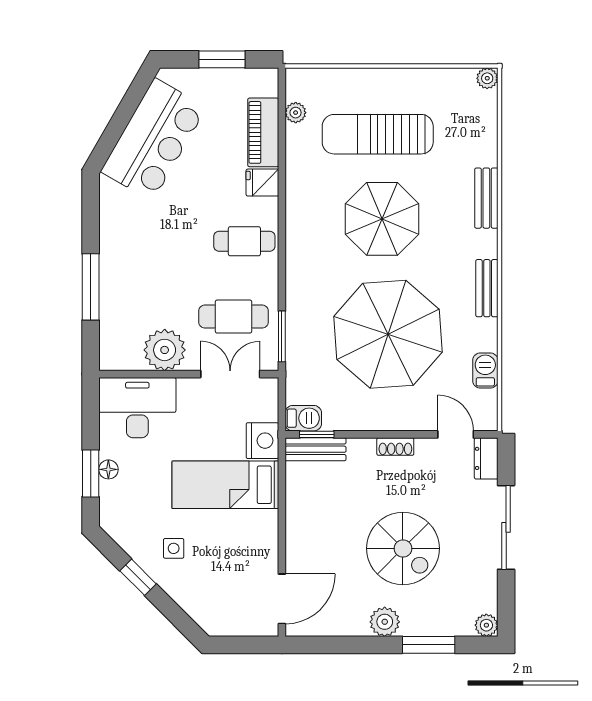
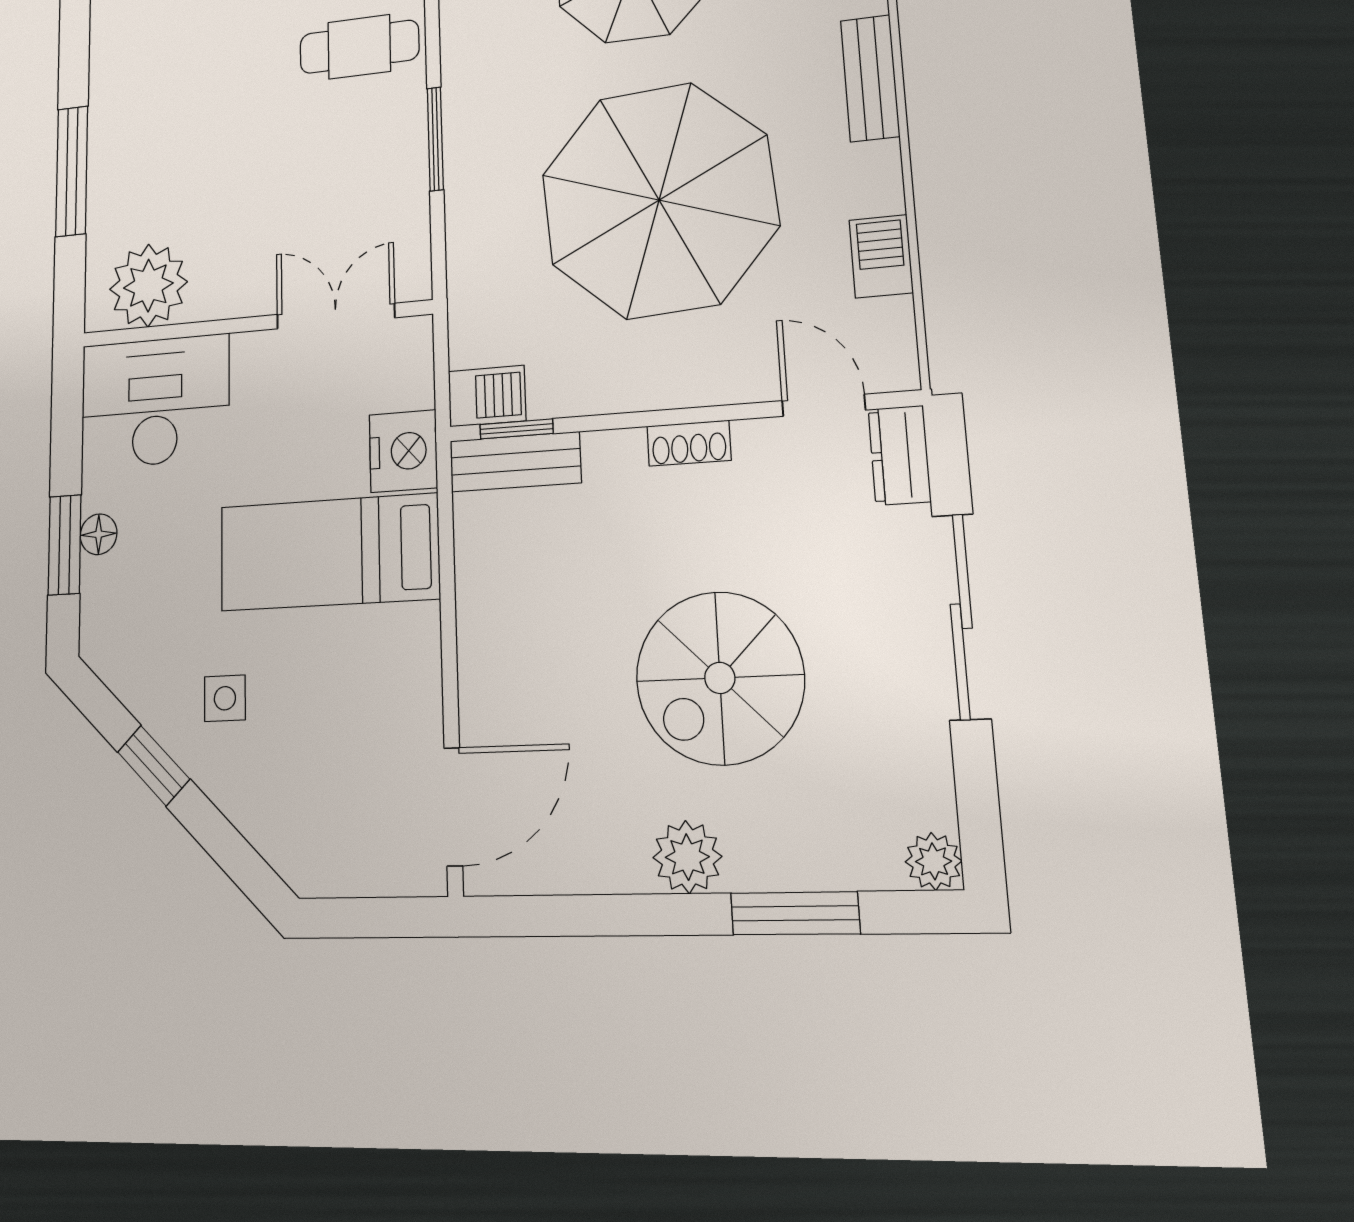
cafe table: (233, 317) -> (340, 198), removed
window: (282, 336) -> (435, 139), moved
plant: (165, 350) -> (148, 286), moved
spiral stairs: (403, 548) -> (720, 678), turned 90

